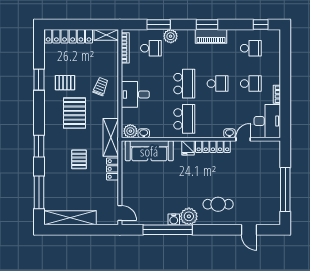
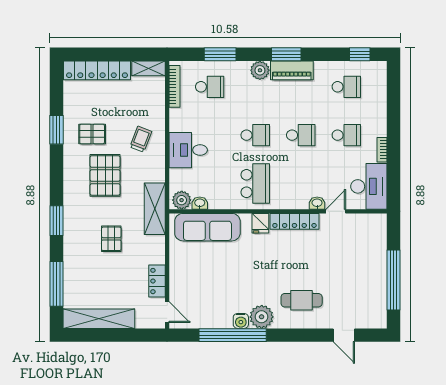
plant: (171, 36) -> (260, 70), moved
school desk: (184, 84) -> (255, 135), width x0.54
locker: (112, 169) -> (157, 281), moved

